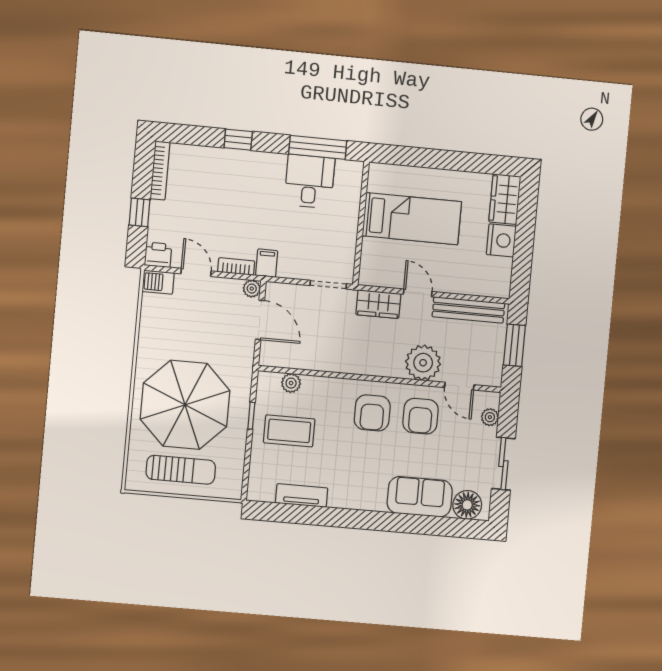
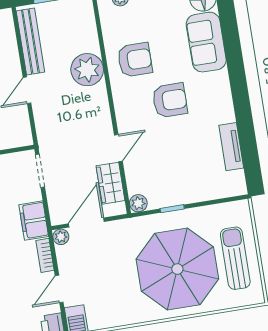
filing cabinet: (267, 263) -> (34, 221), width x2.00
wardrobe: (378, 304) -> (110, 183), moved, turned 180
plant: (291, 383) -> (138, 203), moved
door: (459, 386) -> (118, 148), moved
armchair: (372, 413) -> (170, 100), moved
coffee table: (289, 431) -> (177, 172), removed

